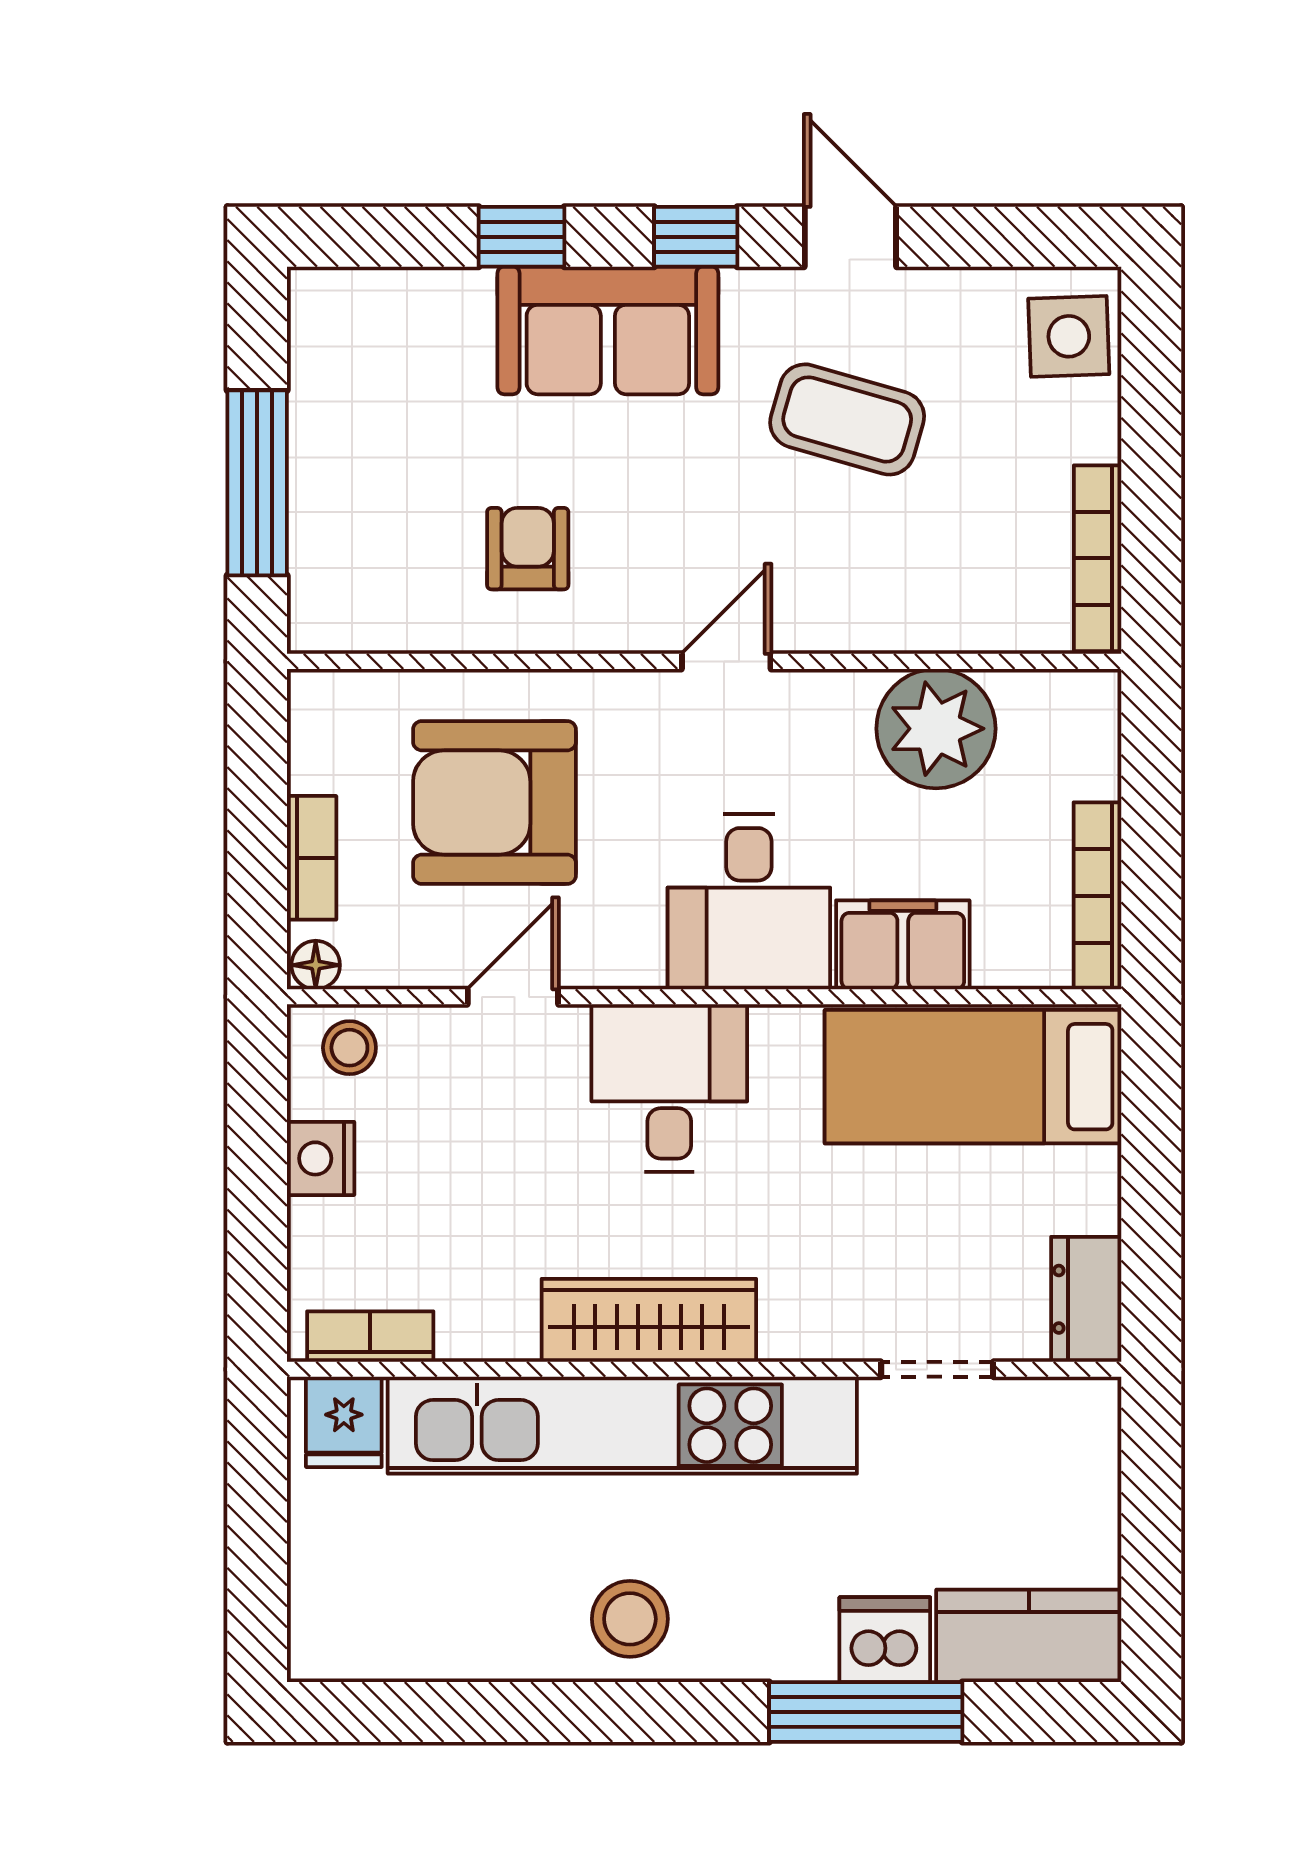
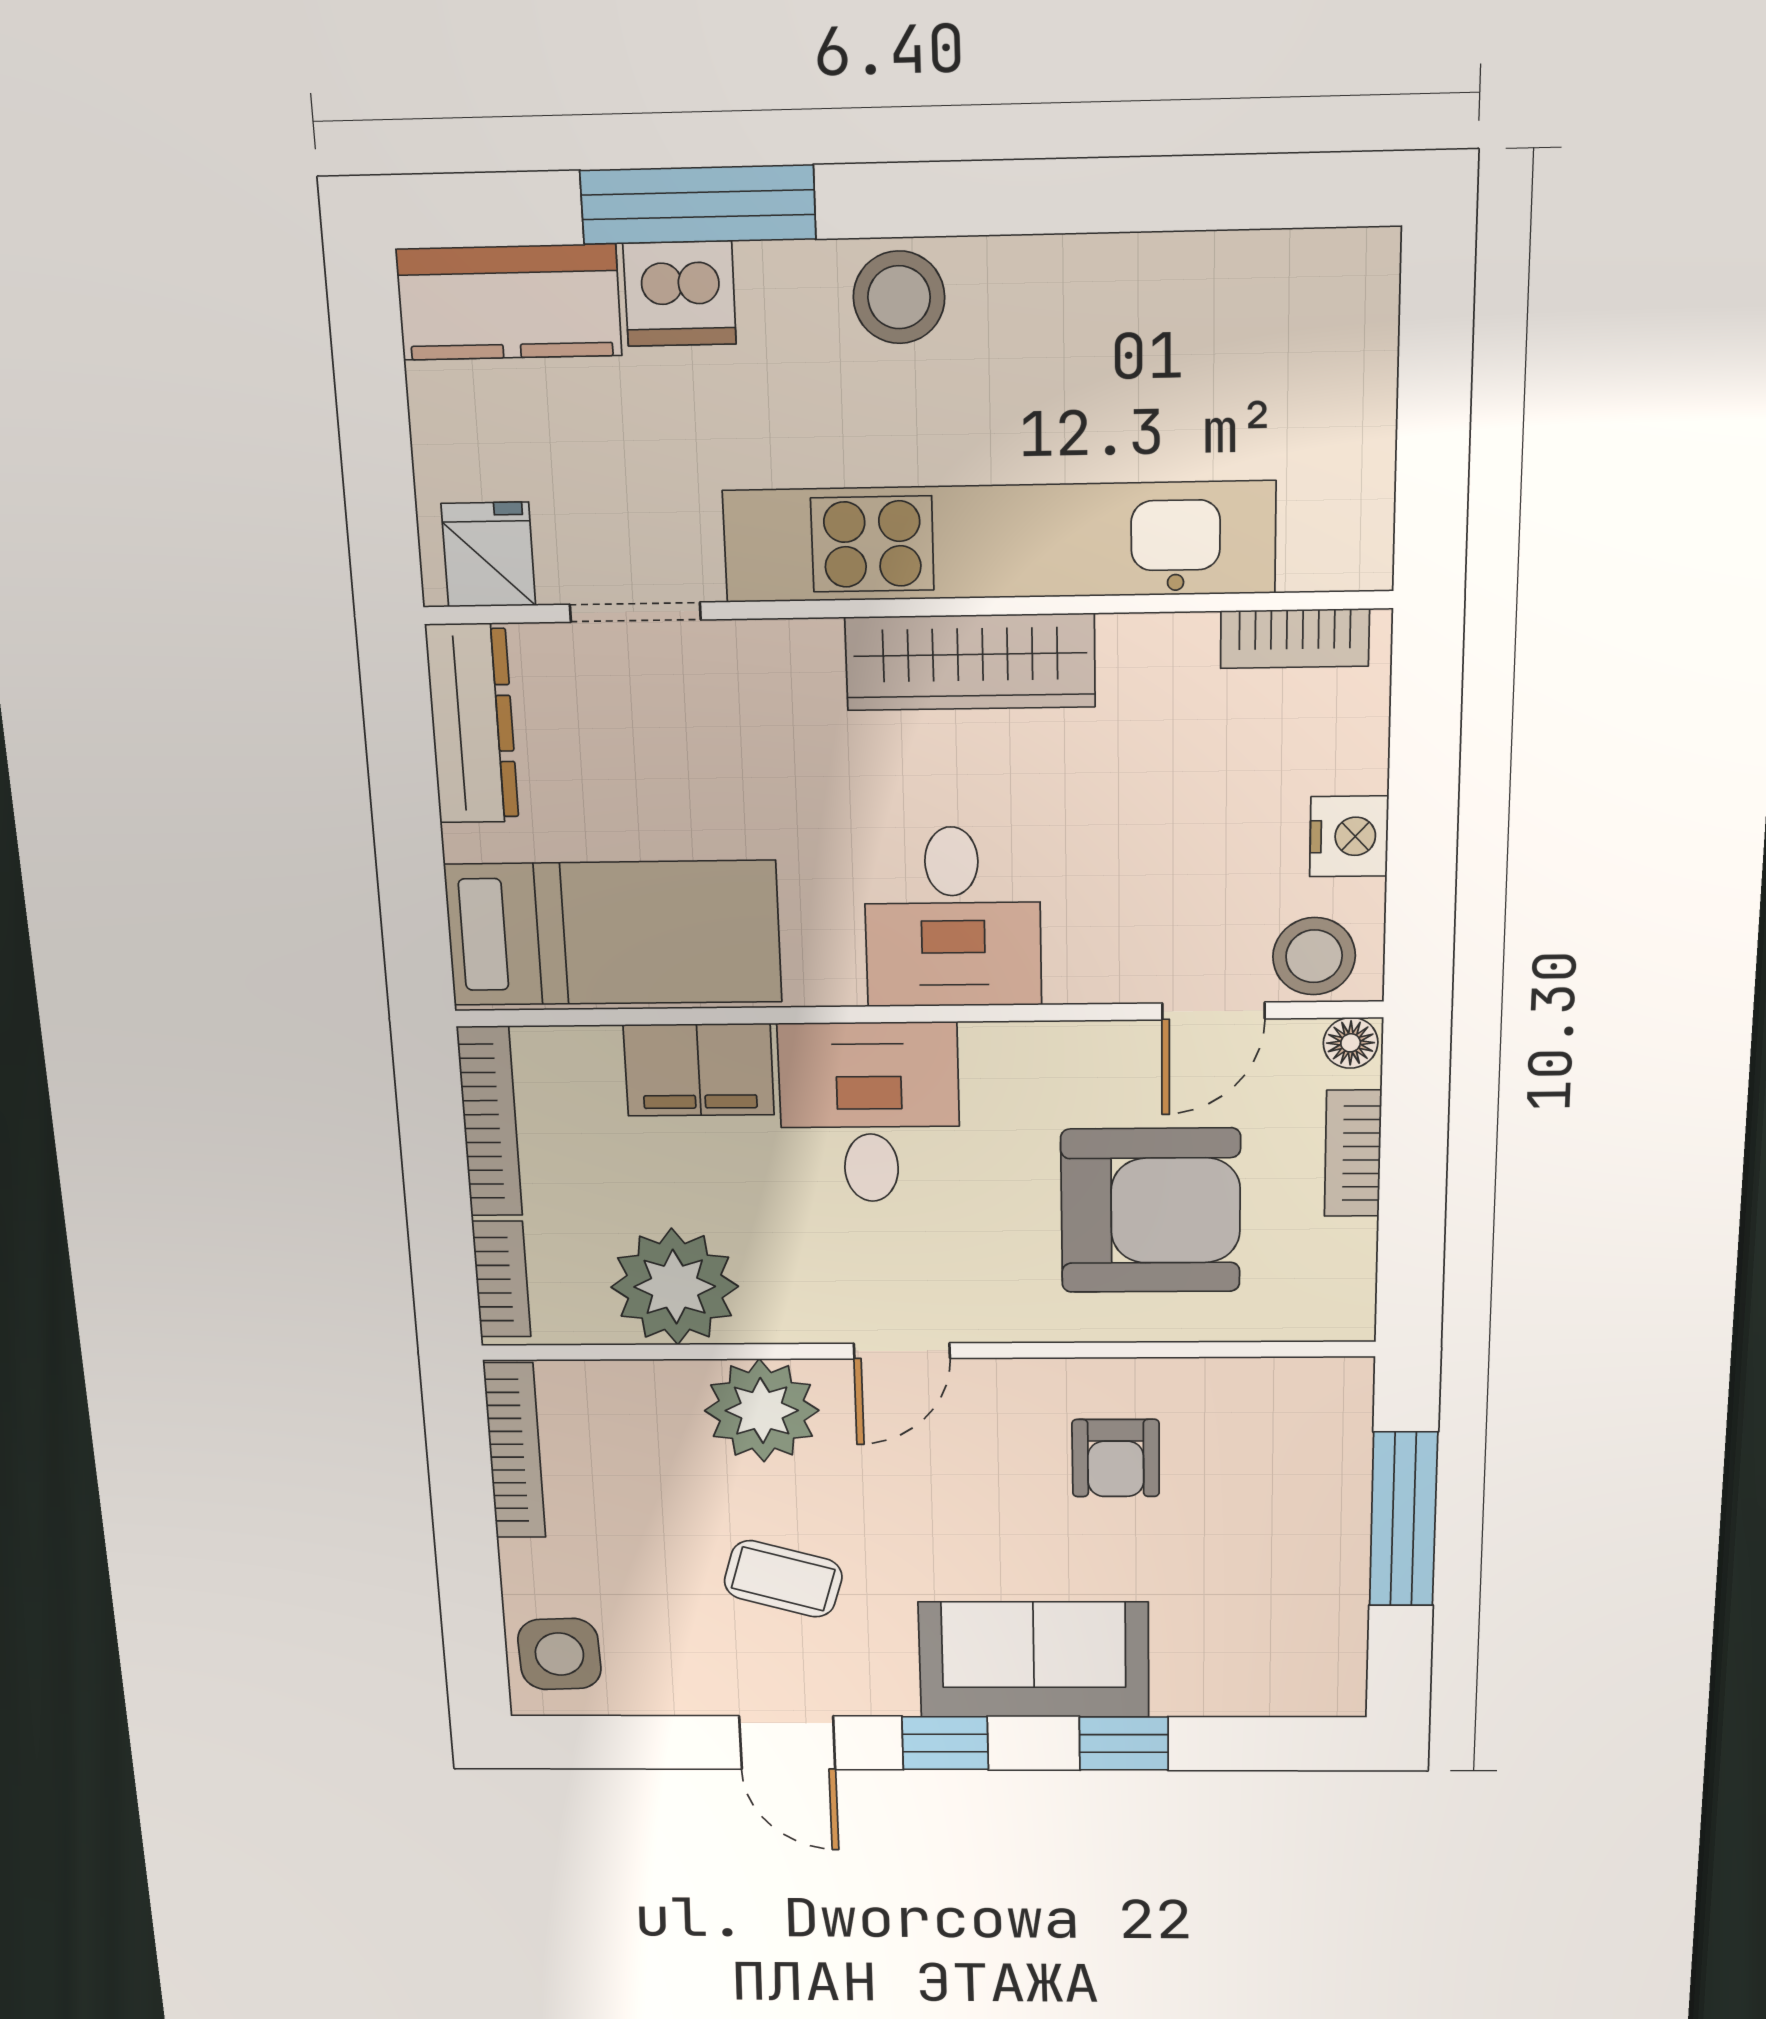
coffee table: (847, 419) -> (783, 1579), width x0.73, depth x0.77
plant: (860, 600) -> (762, 1411), added
bookcase: (1098, 737) -> (501, 1279), added
door: (513, 997) -> (1213, 1011), moved
stool: (349, 1048) -> (1314, 956), width x1.37, depth x1.37
dresser: (1086, 1299) -> (472, 724), width x1.44
fridge: (344, 1422) -> (488, 555), moved
stool: (630, 1619) -> (899, 297), moved

